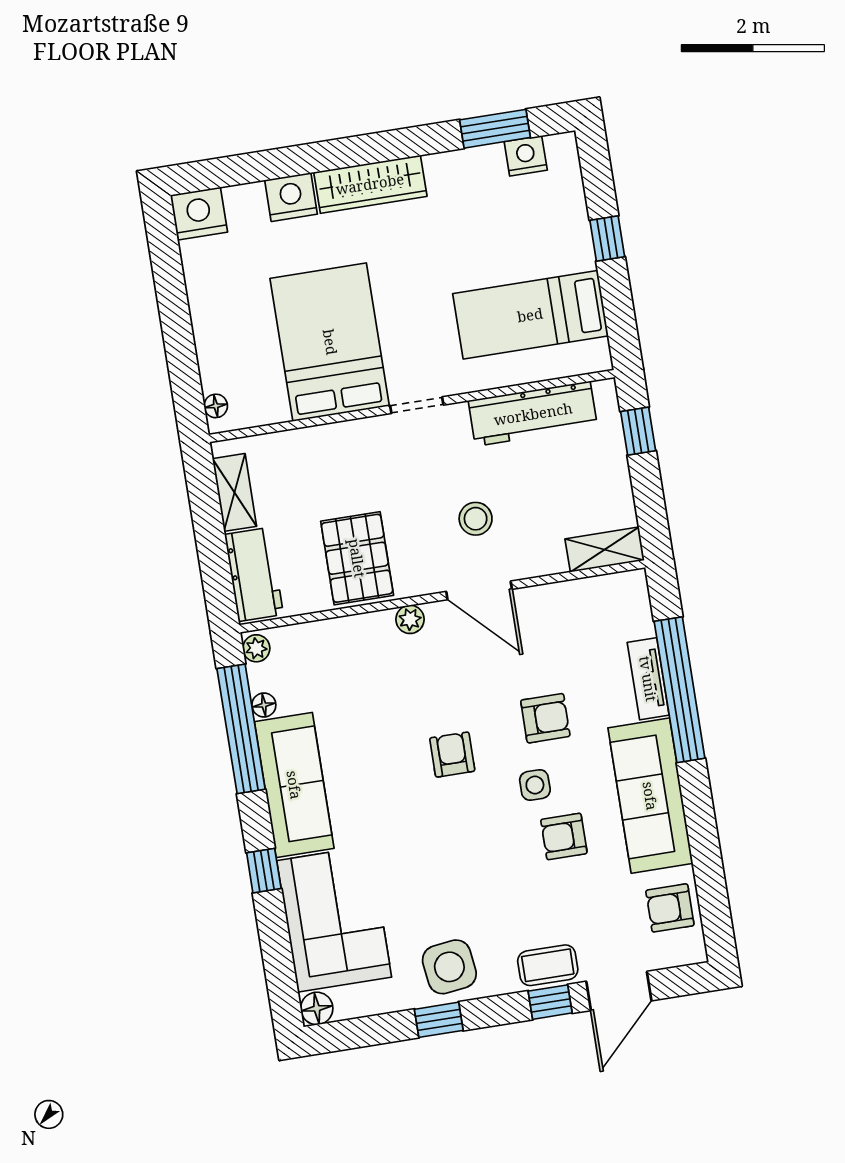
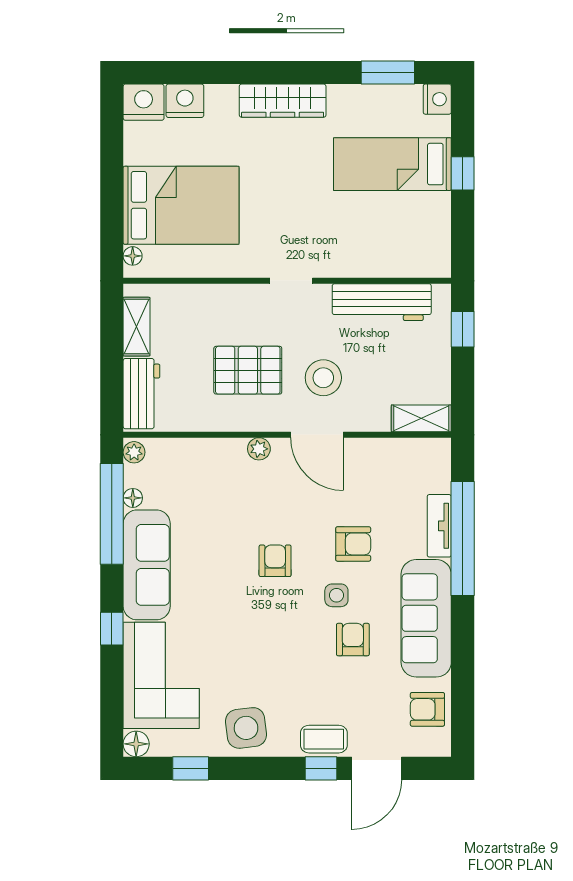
nightstand: (526, 156) -> (437, 99), moved, turned 90
nightstand: (291, 197) -> (185, 101), moved
bed: (530, 315) -> (392, 164), moved
bed: (330, 342) -> (181, 205), moved, turned 90
stool: (476, 519) -> (323, 378), width x1.38, depth x1.38
pallet: (357, 558) -> (248, 370), moved, turned 90
armchair: (564, 836) -> (353, 640), turned 90
window: (439, 1020) -> (191, 768), moved

